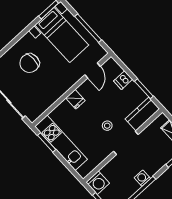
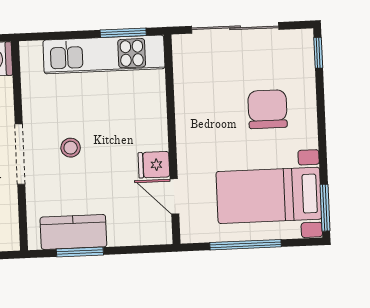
dishwasher: (123, 80) -> (120, 231), removed
fridge: (75, 99) -> (154, 165), moved
kitchen counter: (142, 114) -> (73, 232), moved, turned -90

